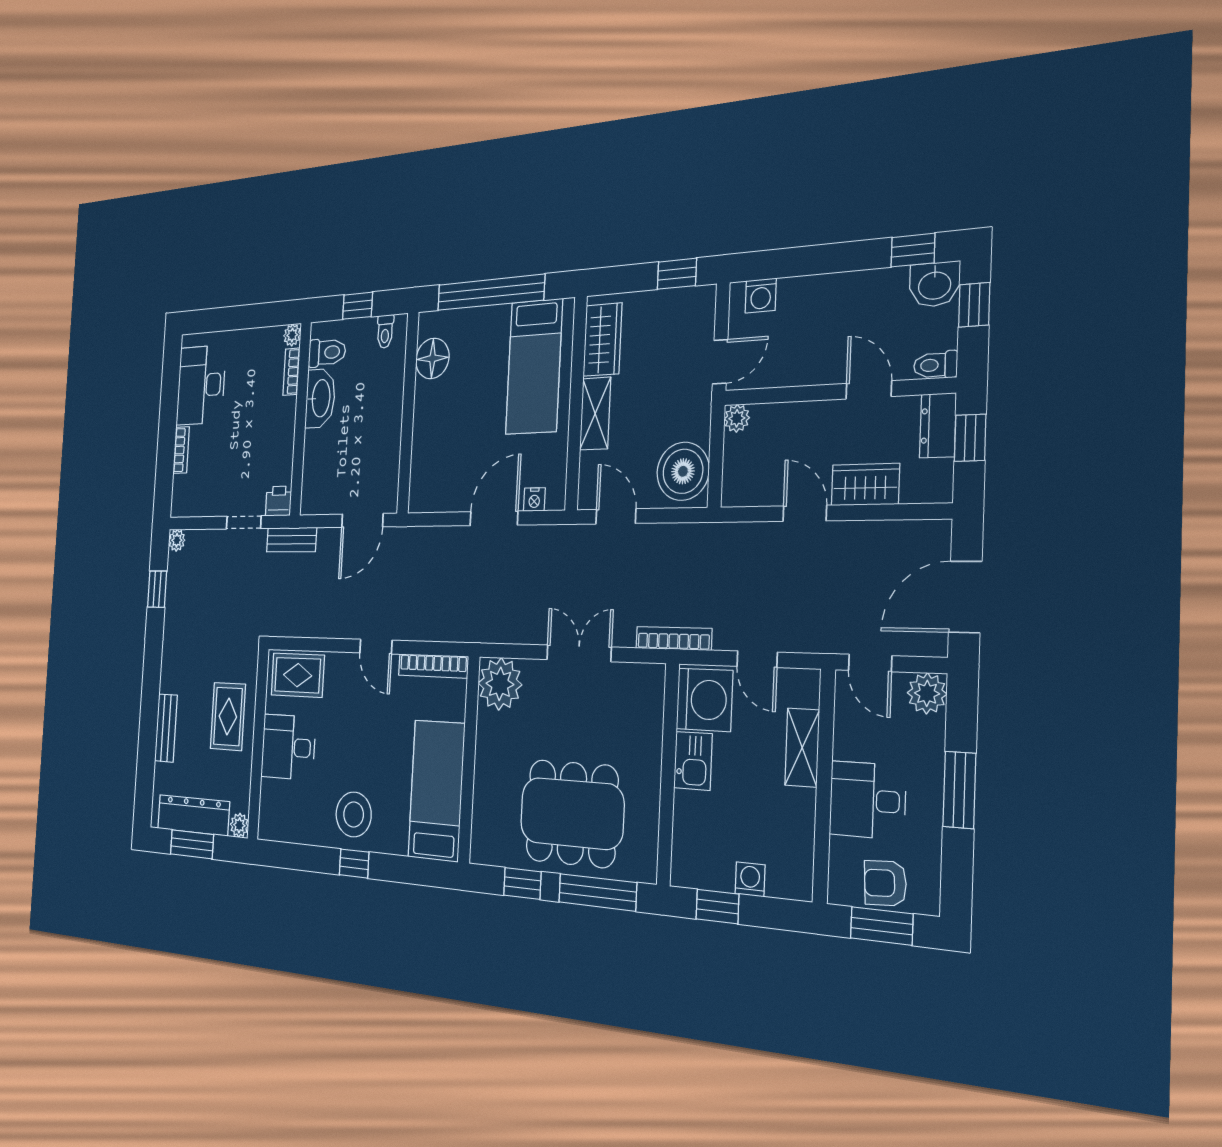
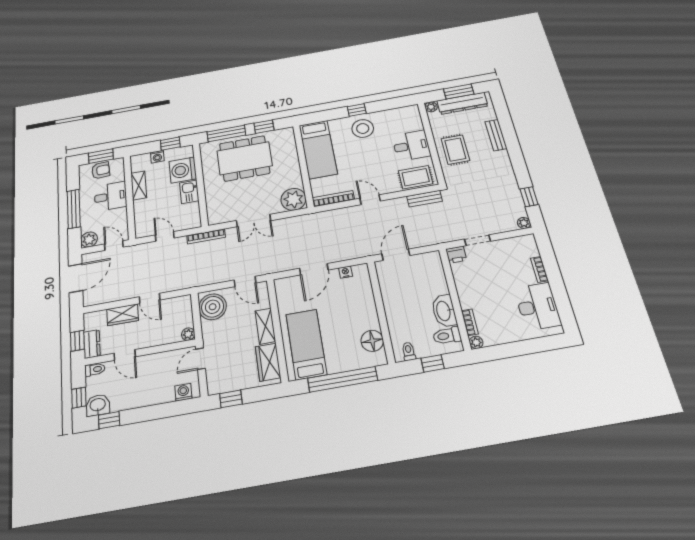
nightstand: (534, 499) -> (346, 272), moved
bench: (292, 540) -> (424, 199), moved
washing machine: (704, 700) -> (183, 170), moved
shelving: (802, 748) -> (139, 185), moved
window: (959, 790) -> (74, 209), width x1.44

